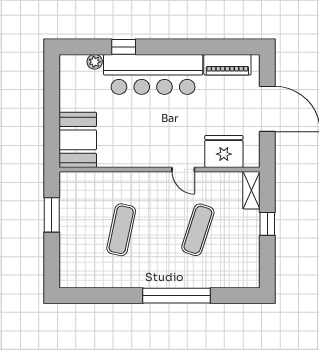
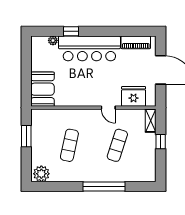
plant: (76, 275) -> (41, 174), added

